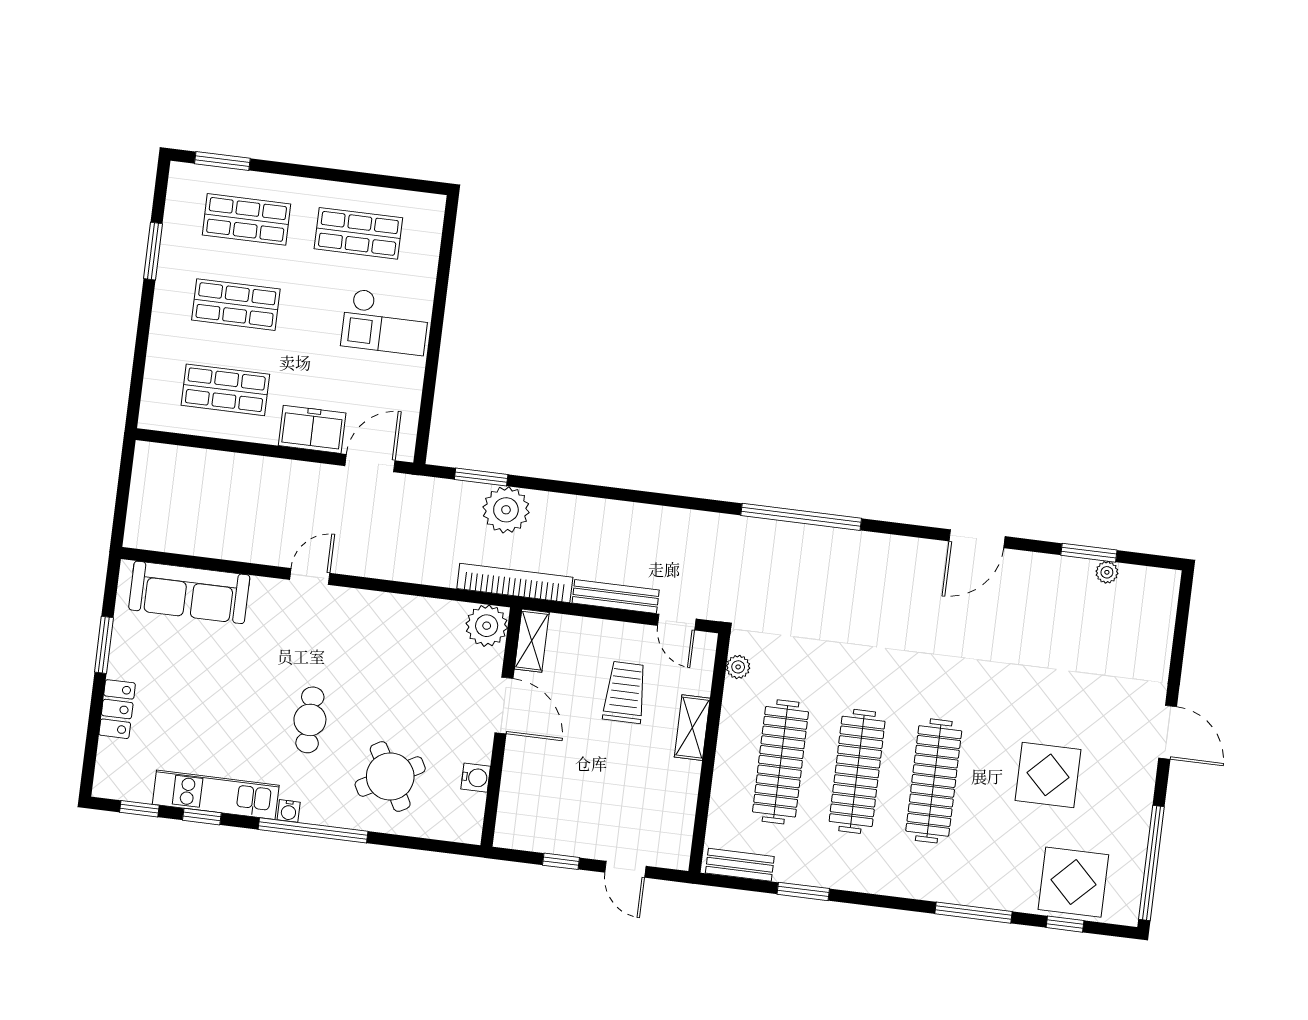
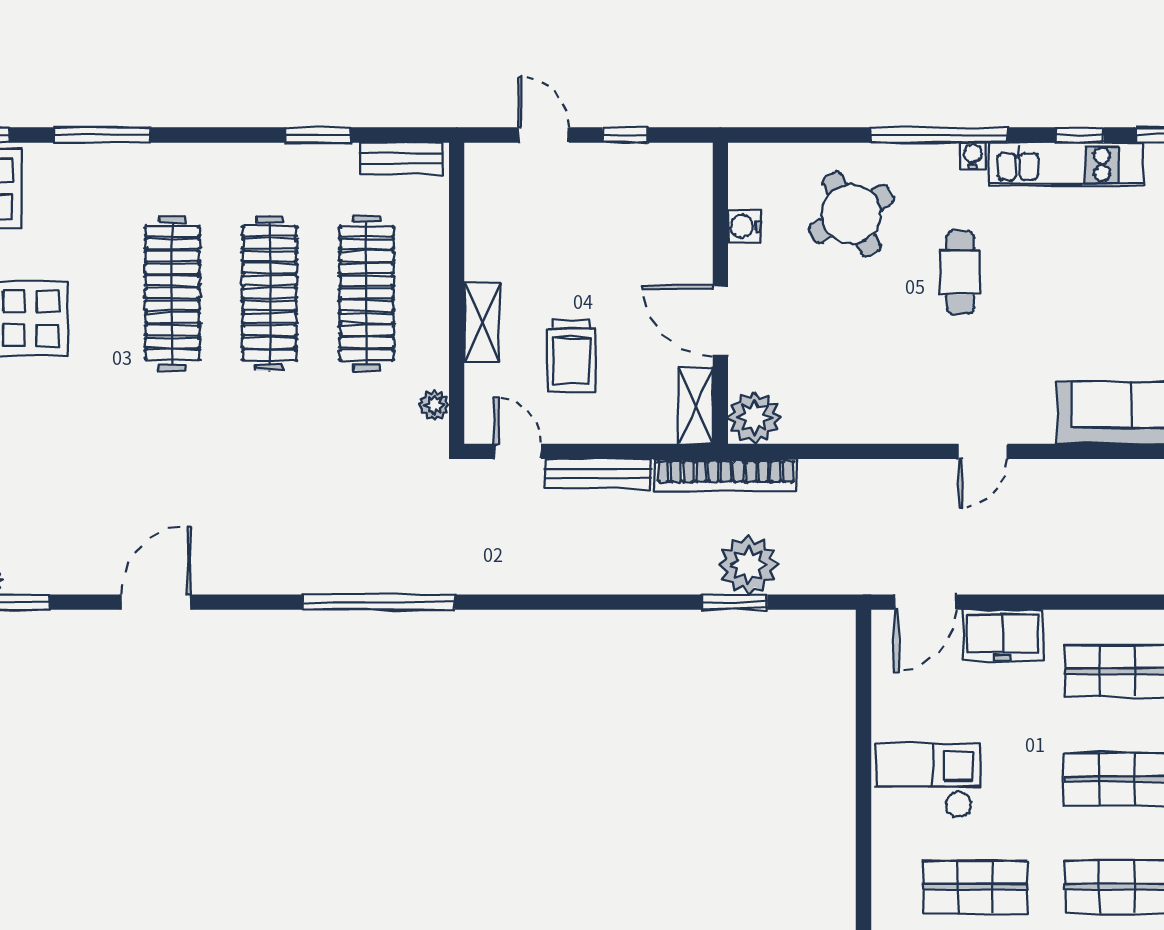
window: (481, 477) -> (734, 602), moved

